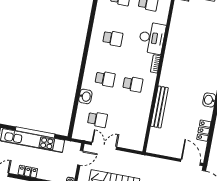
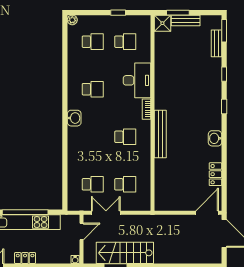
school desk: (105, 79) -> (125, 184), moved
washbasin: (85, 96) -> (74, 118), moved
bench: (159, 107) -> (160, 134), moved
door: (191, 162) -> (207, 213), hinge flipped

